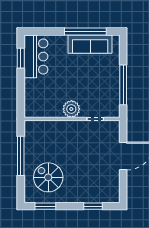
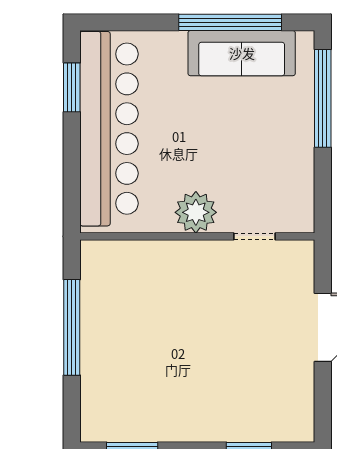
bar counter: (36, 57) -> (109, 129), width x1.86
window: (123, 85) -> (323, 98), moved
spiral stairs: (48, 177) -> (139, 380), removed

